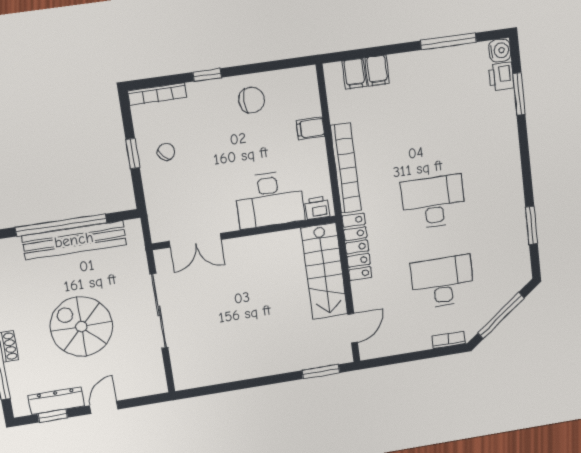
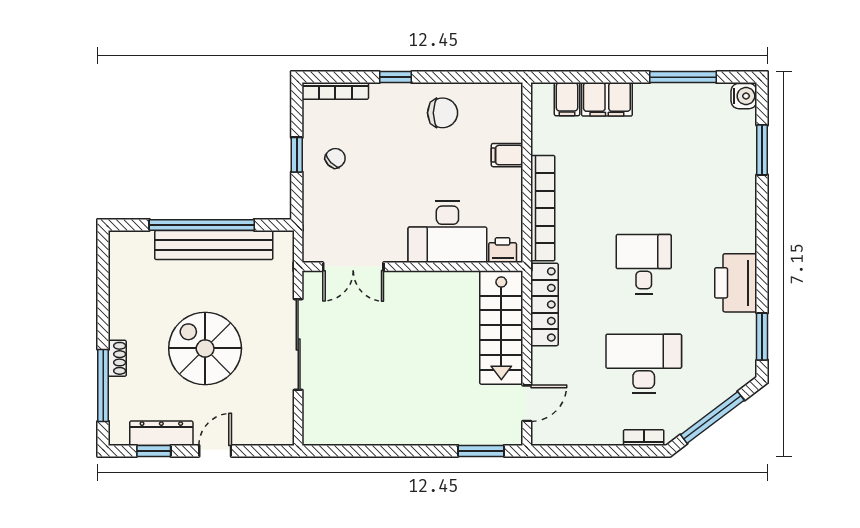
filing cabinet: (377, 71) -> (607, 99), width x2.00
printer: (501, 76) -> (736, 283), moved, width x1.87, depth x1.48
desk: (433, 202) -> (644, 264), width x0.73
window: (532, 225) -> (762, 337), moved

